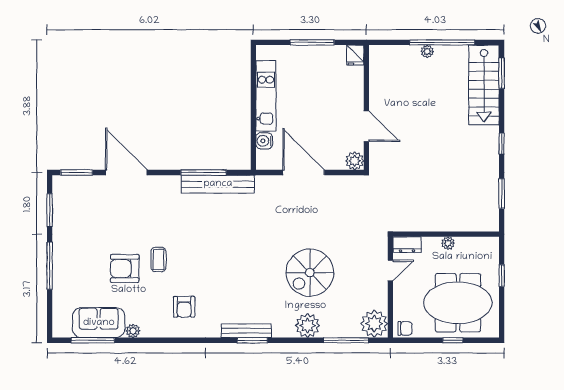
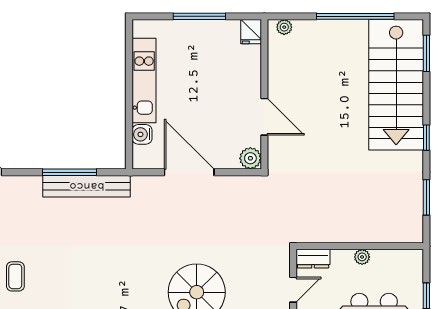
plant: (427, 51) -> (284, 27), moved
stairs: (484, 85) -> (396, 85), width x1.36, depth x1.51

